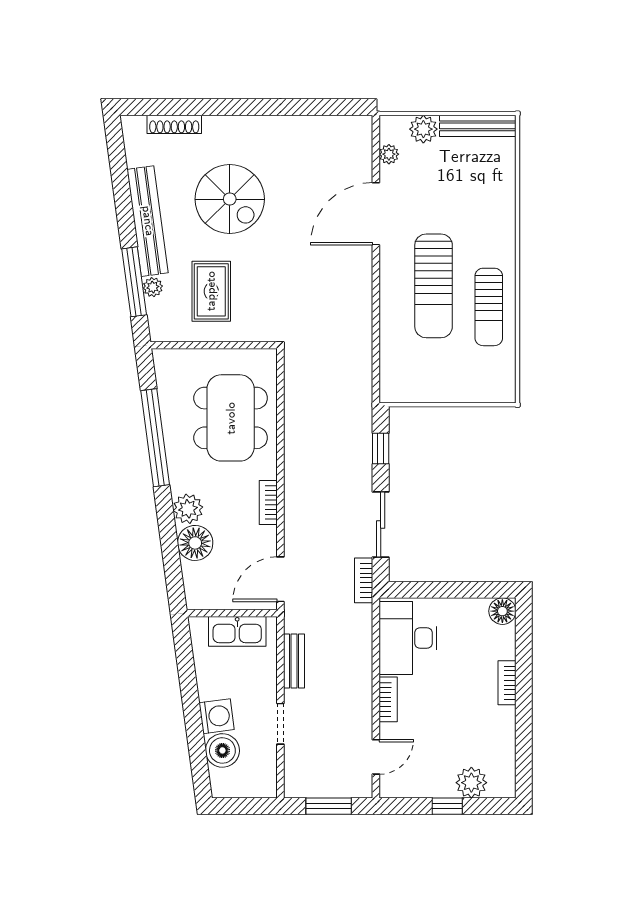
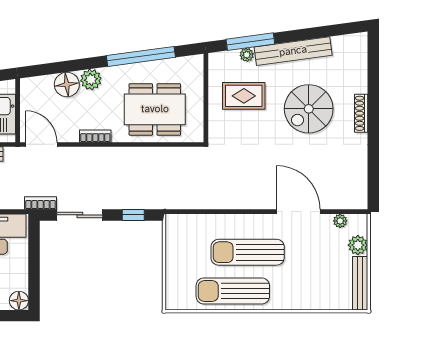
shoe rack: (174, 124) -> (361, 113), moved
sun lounger: (489, 307) -> (233, 291), width x1.36, depth x1.34

